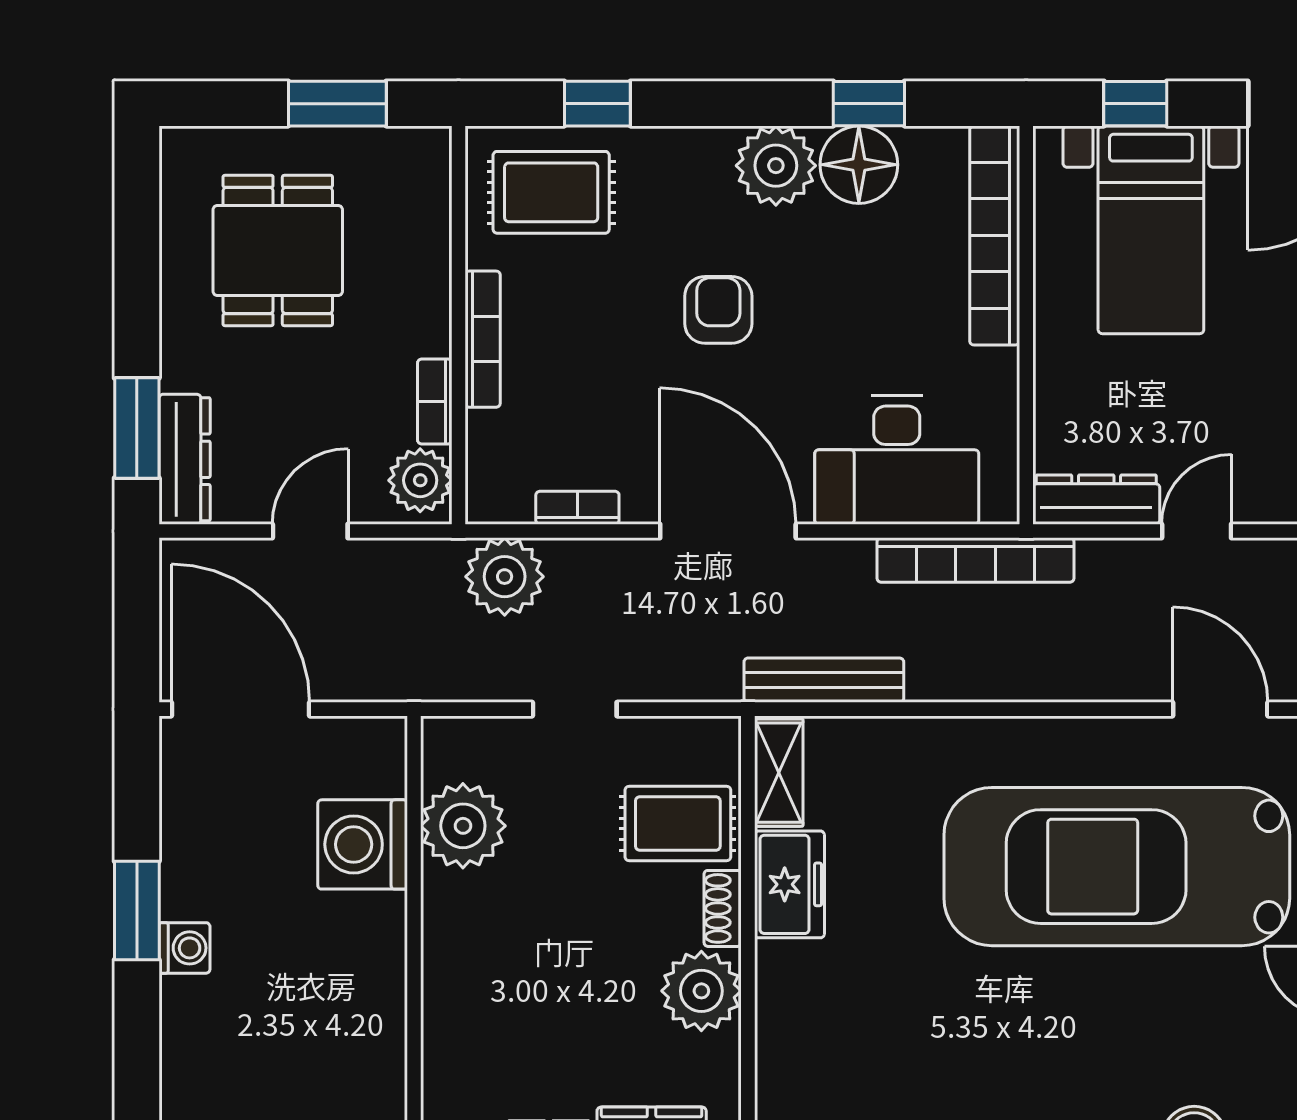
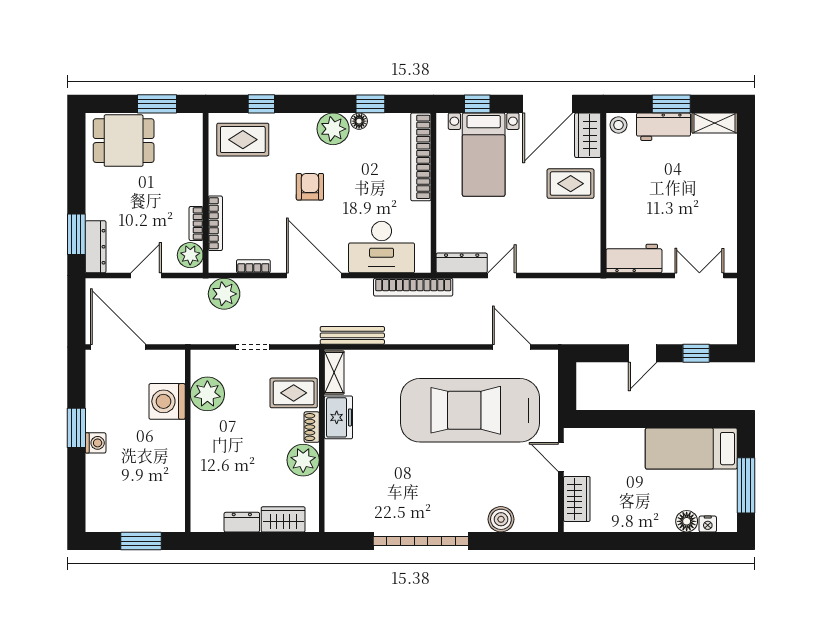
floor lamp: (859, 165) -> (359, 121), width x0.53, depth x0.53
dining table: (278, 251) -> (124, 141), moved, turned 90
bookcase: (483, 339) -> (215, 223), moved

